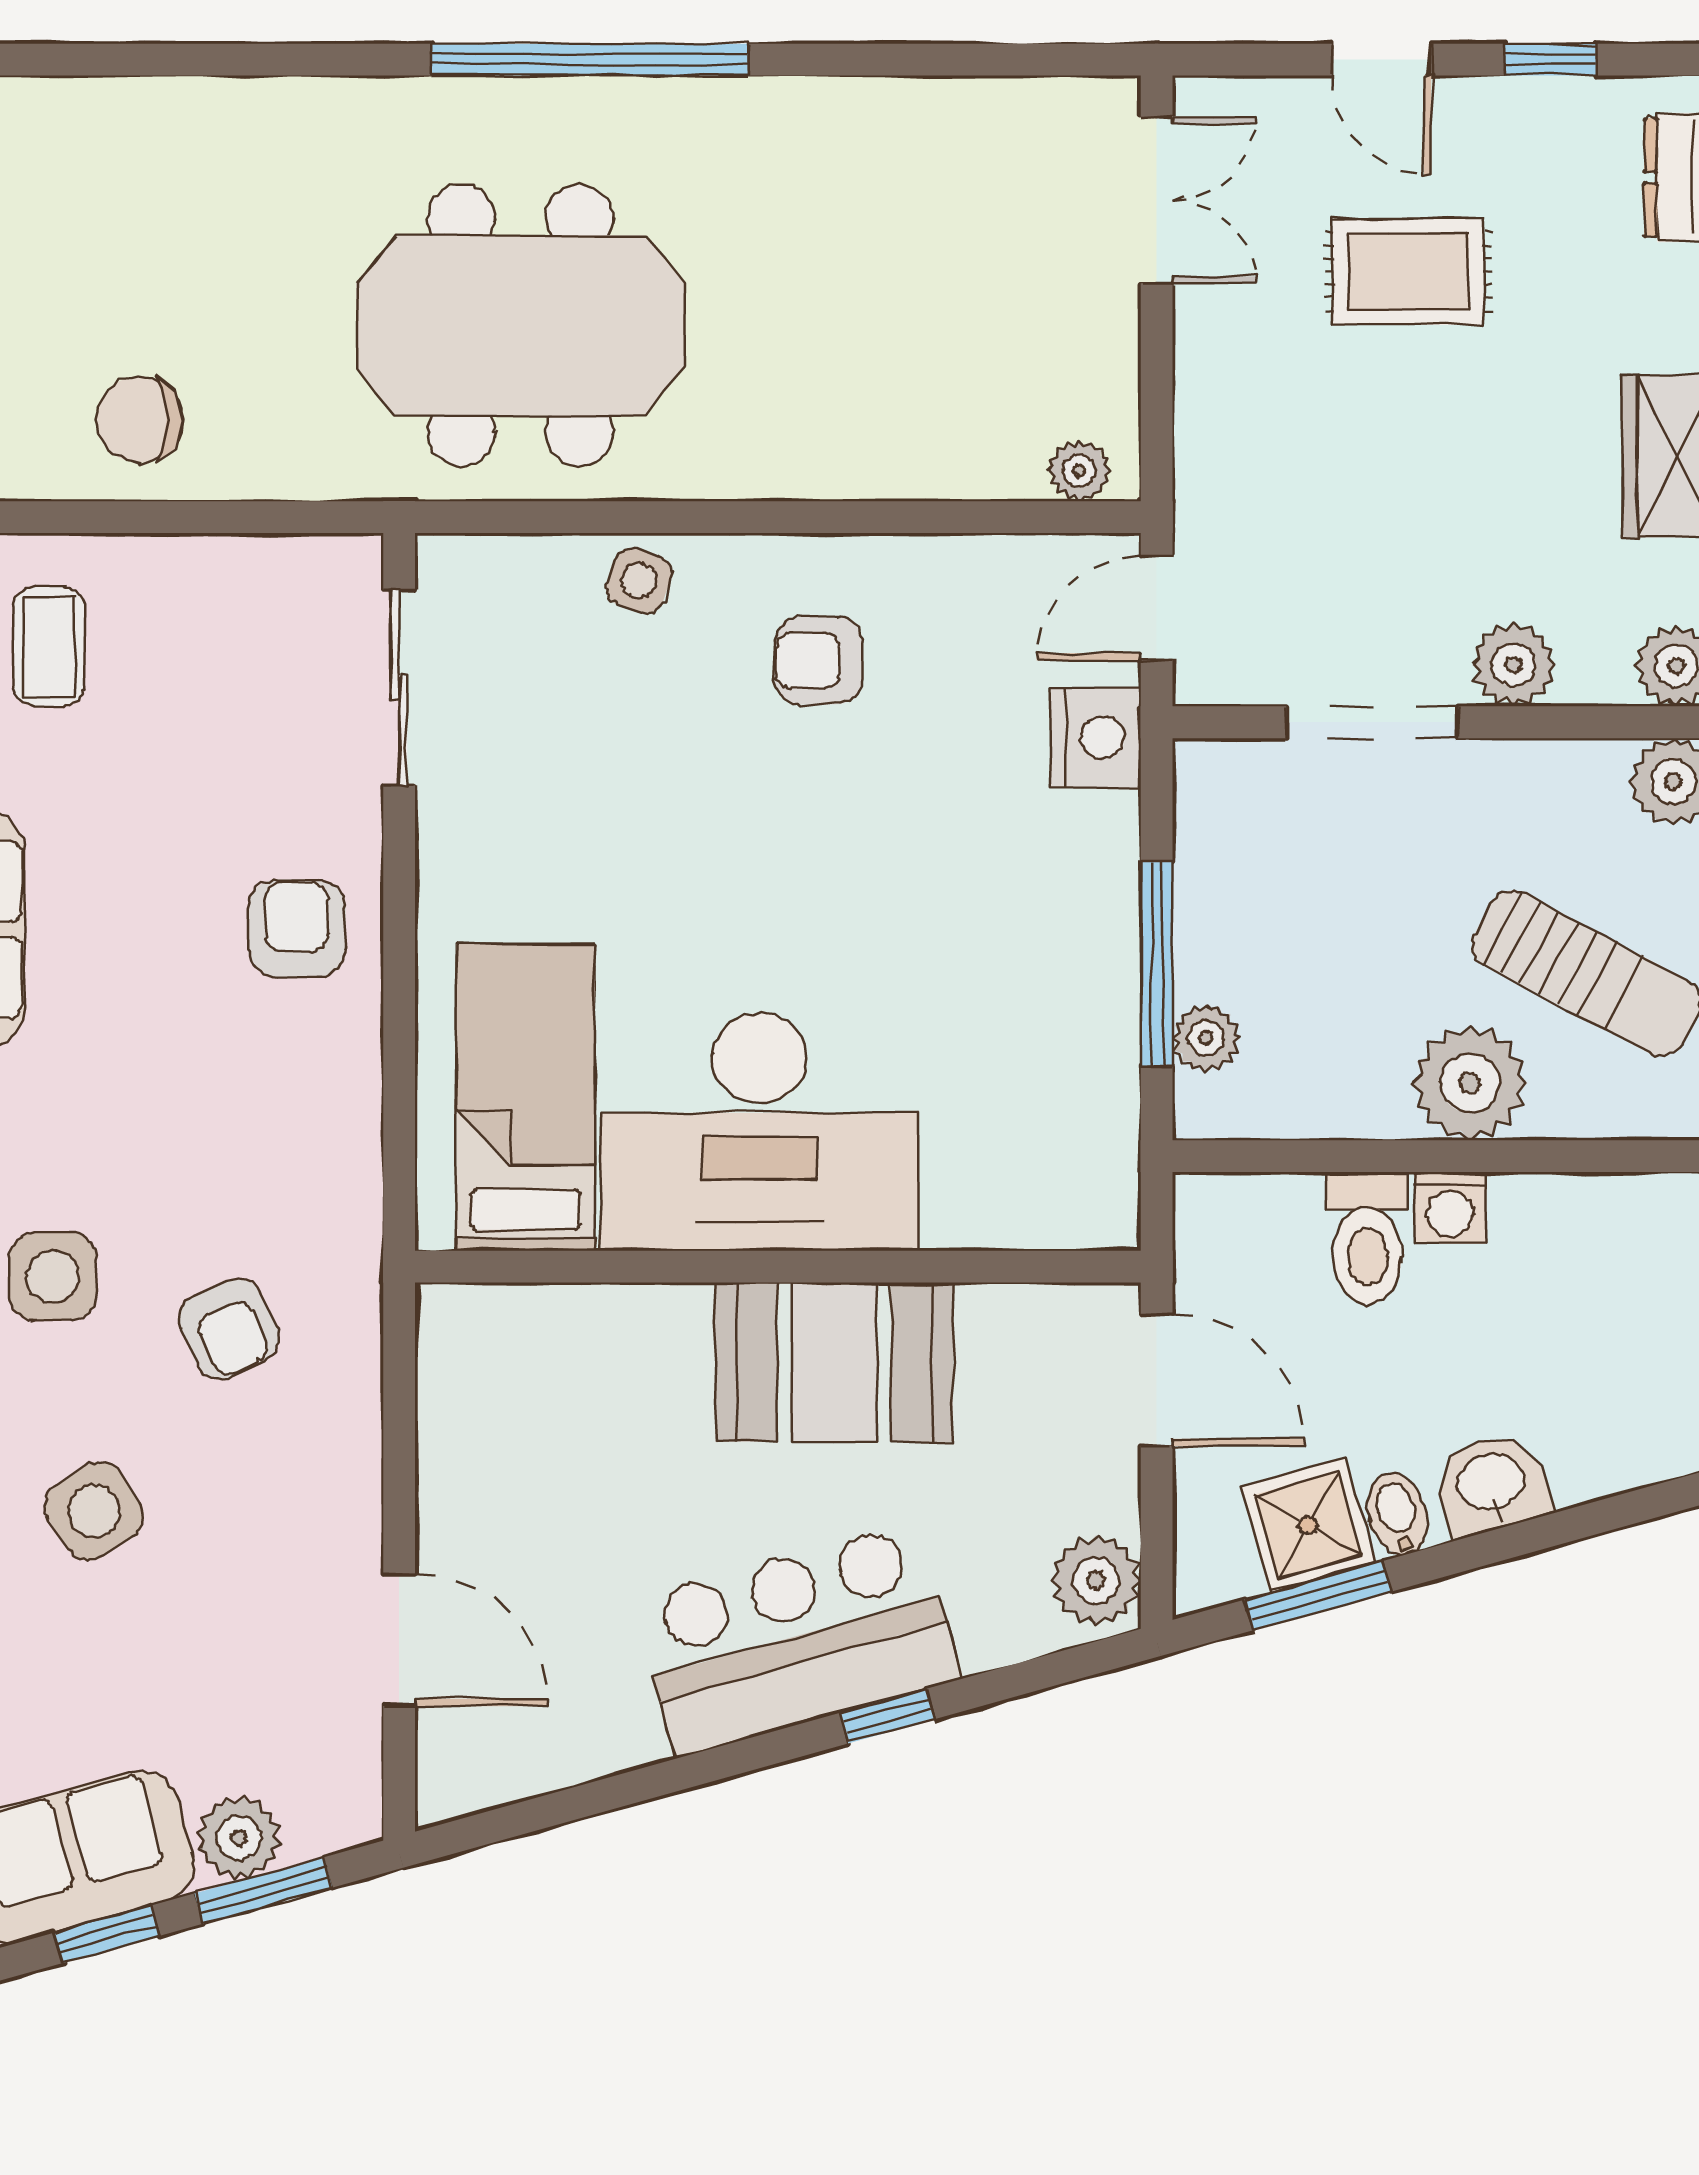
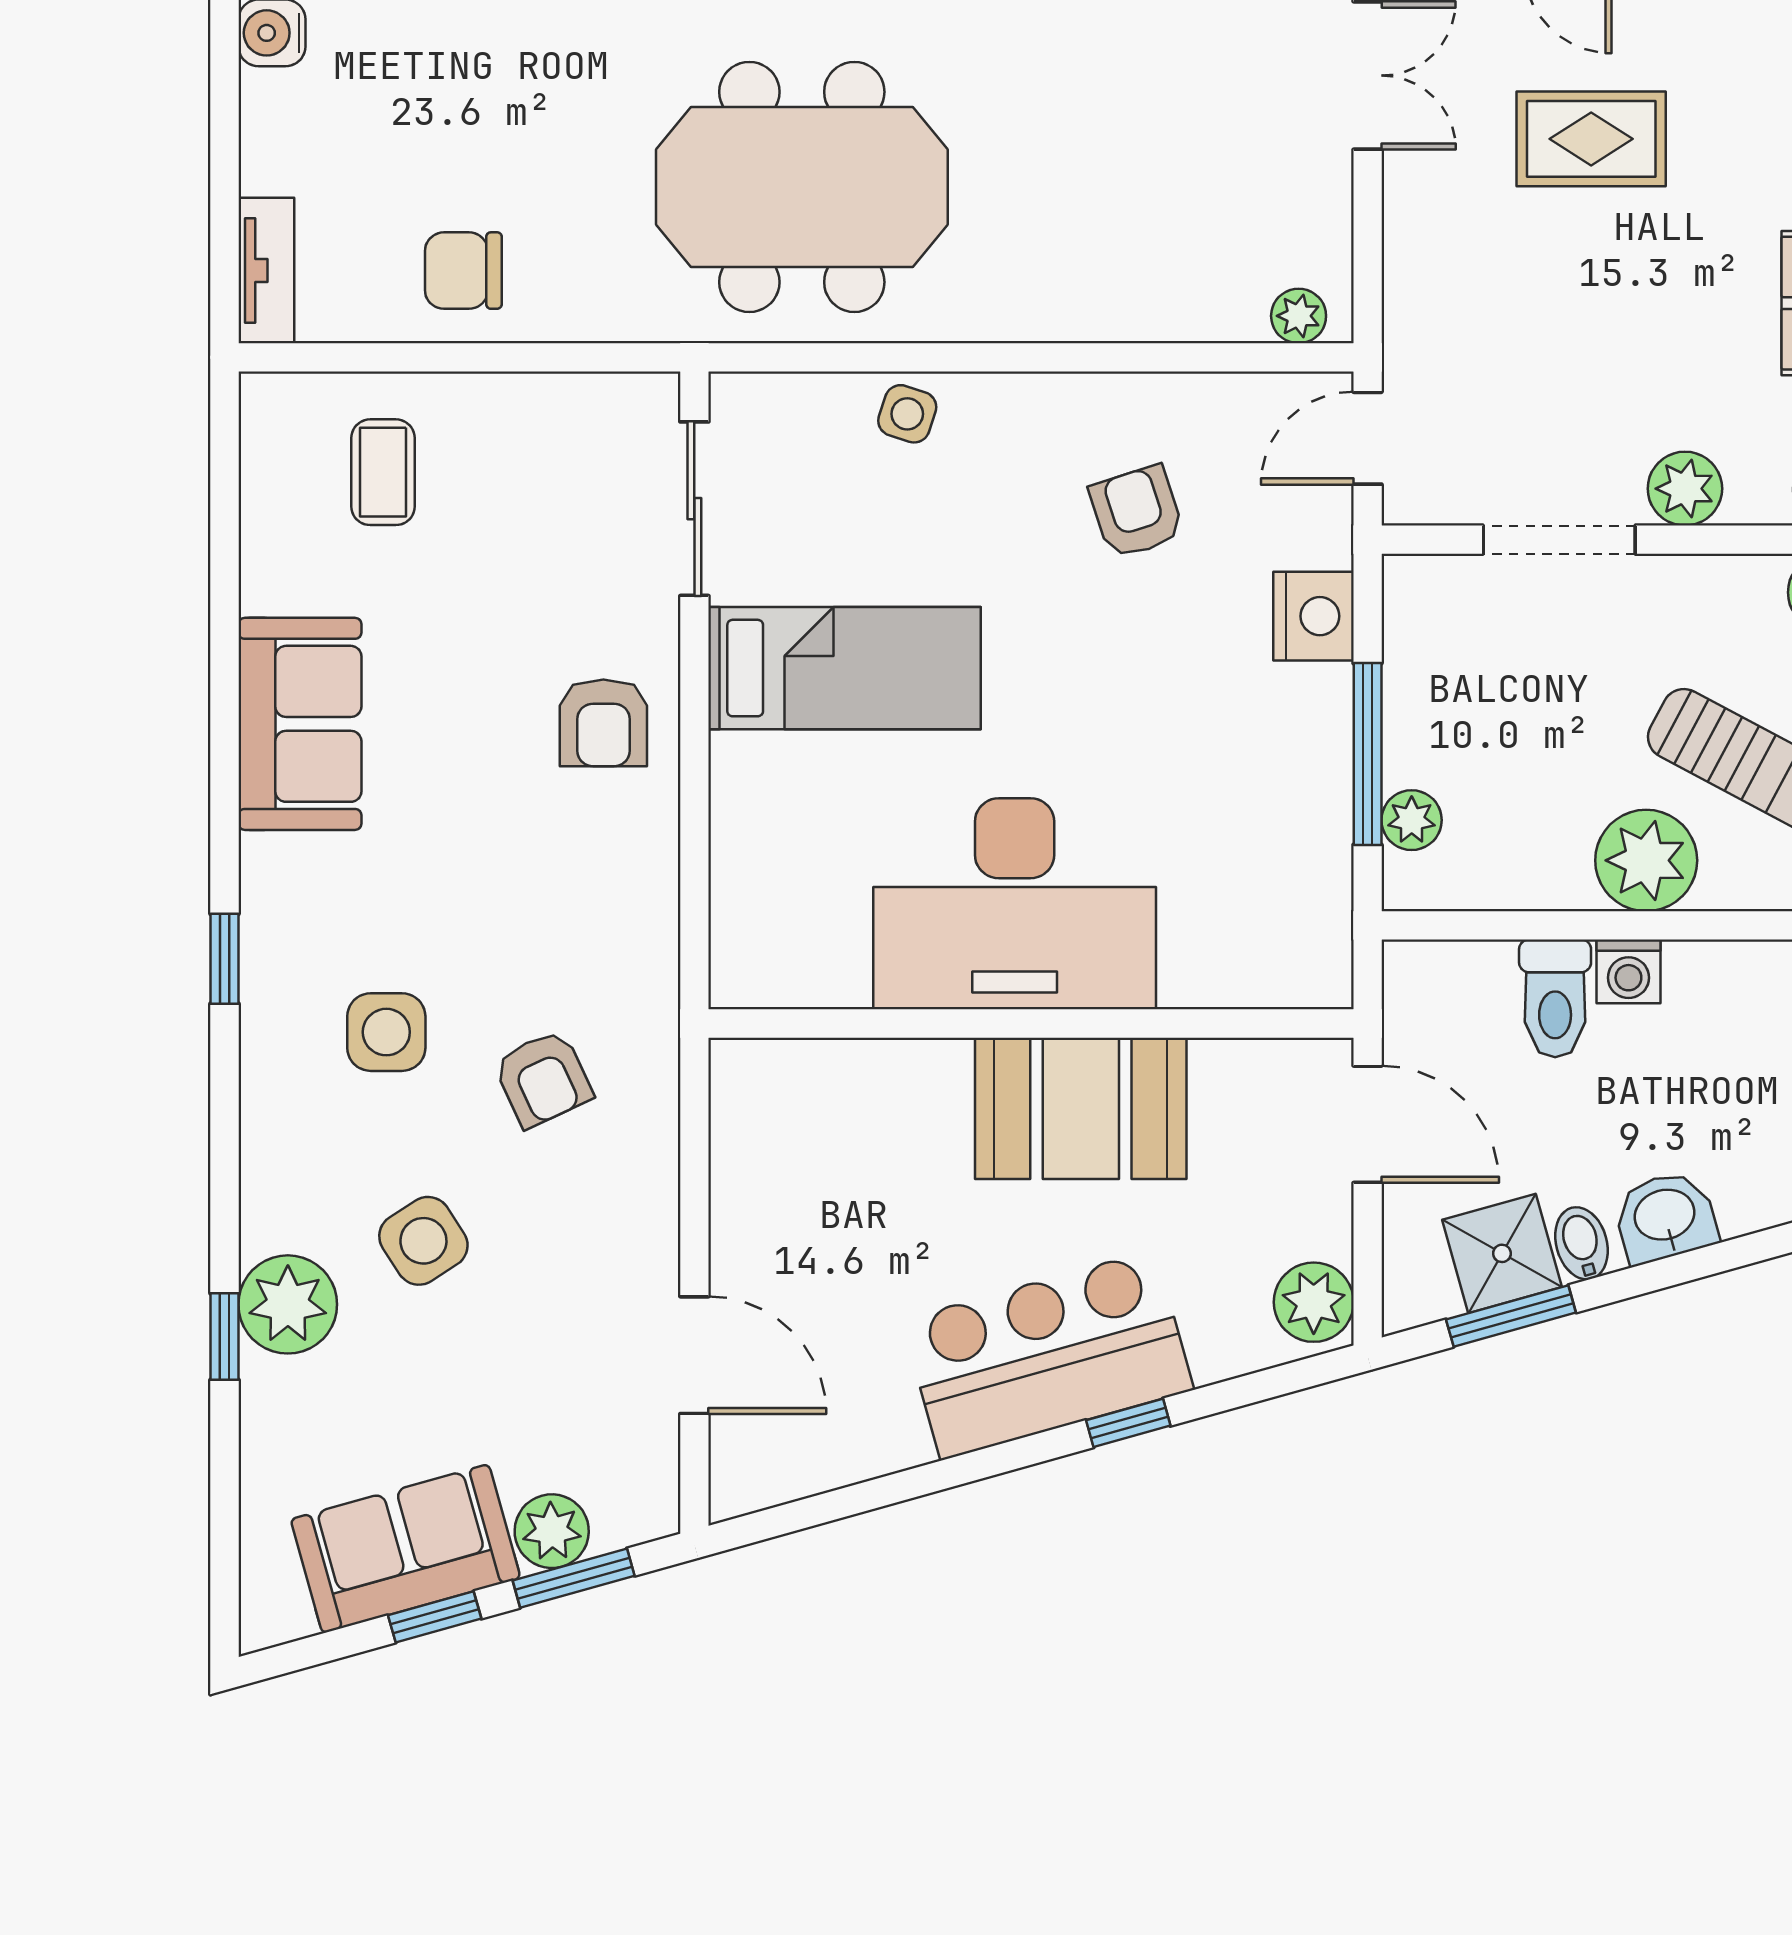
armchair: (818, 660) -> (1137, 512), moved, turned 72
nightstand: (1096, 738) -> (1313, 616), moved
armchair: (297, 928) -> (603, 723), turned 180
bed: (525, 1098) -> (845, 668), moved, turned 90

